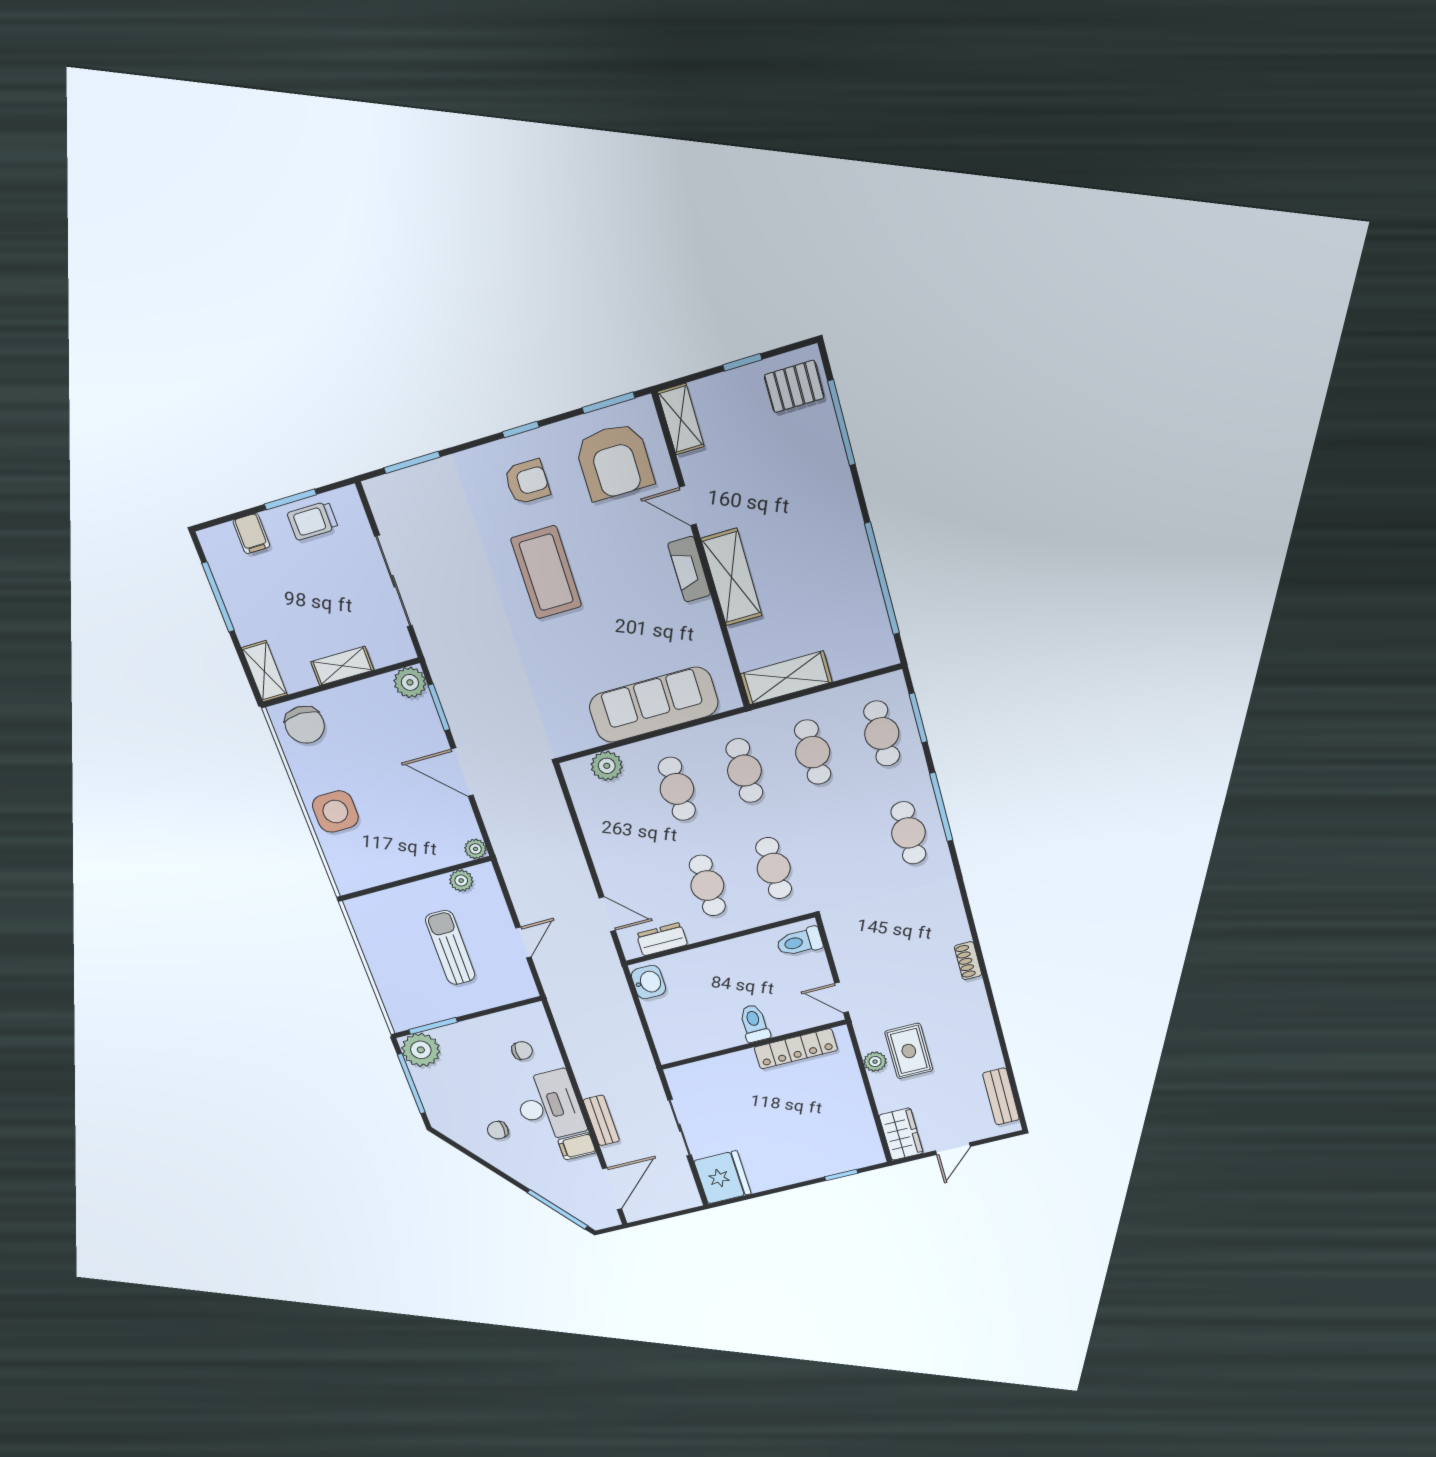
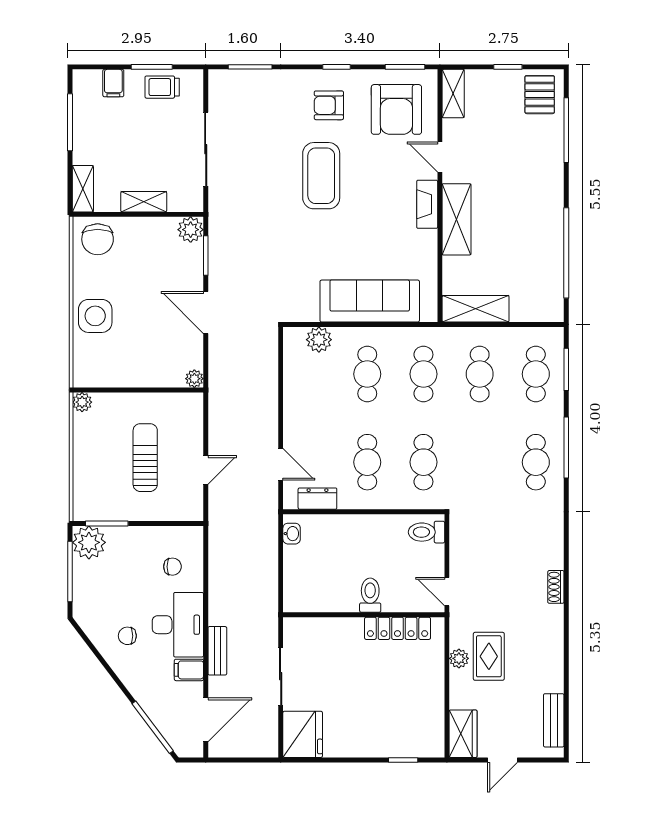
pallet: (794, 386) -> (540, 95), turned 90
armchair: (527, 482) -> (329, 105), turned 180
plant: (461, 881) -> (82, 402), moved
washbasin: (649, 982) -> (292, 534), width x0.72, depth x0.69

